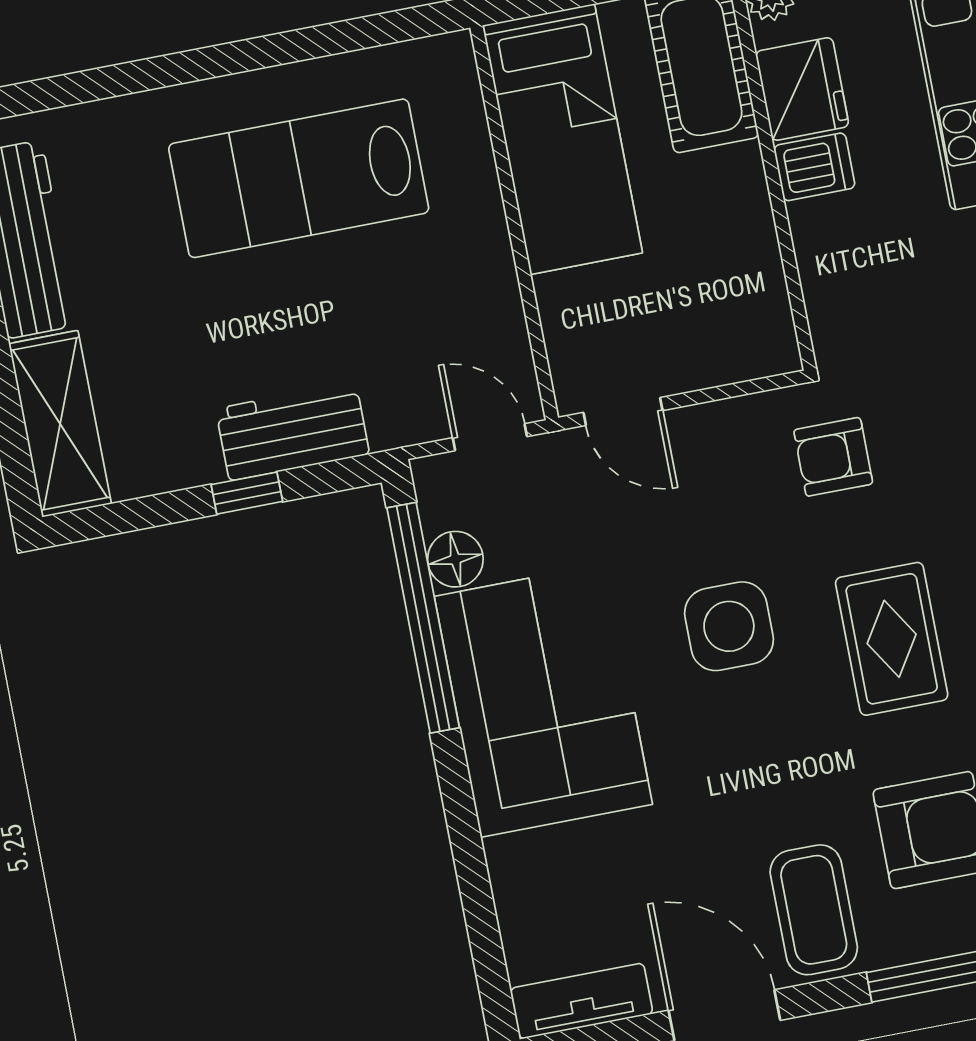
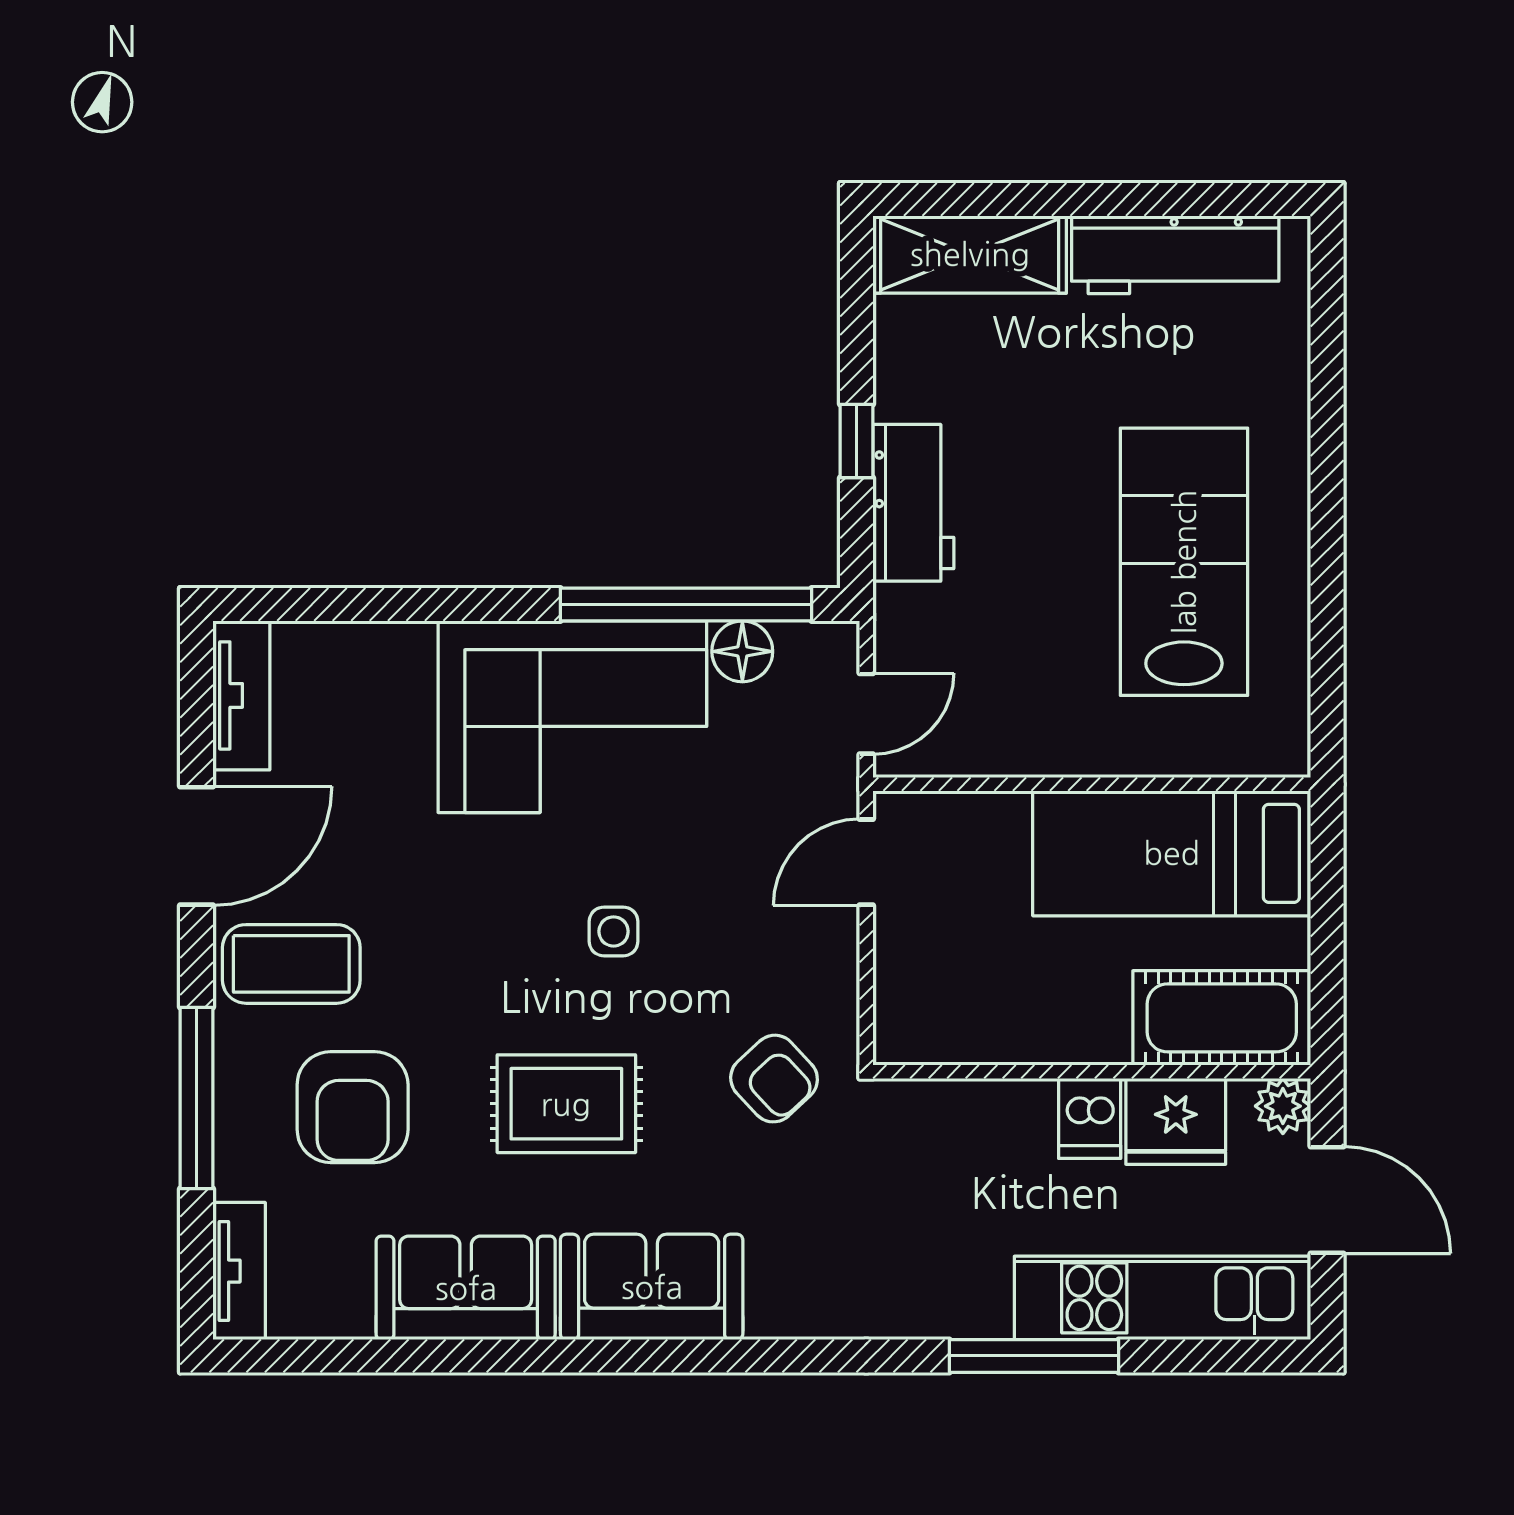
armchair: (833, 457) -> (774, 1079), turned 137
side table: (729, 626) -> (614, 931), width x0.54, depth x0.54

